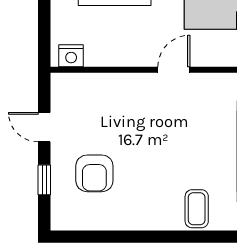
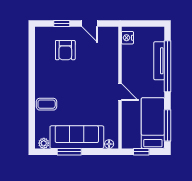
door: (44, 127) -> (90, 24), swing flipped
armchair: (94, 173) -> (65, 50), turned -90

